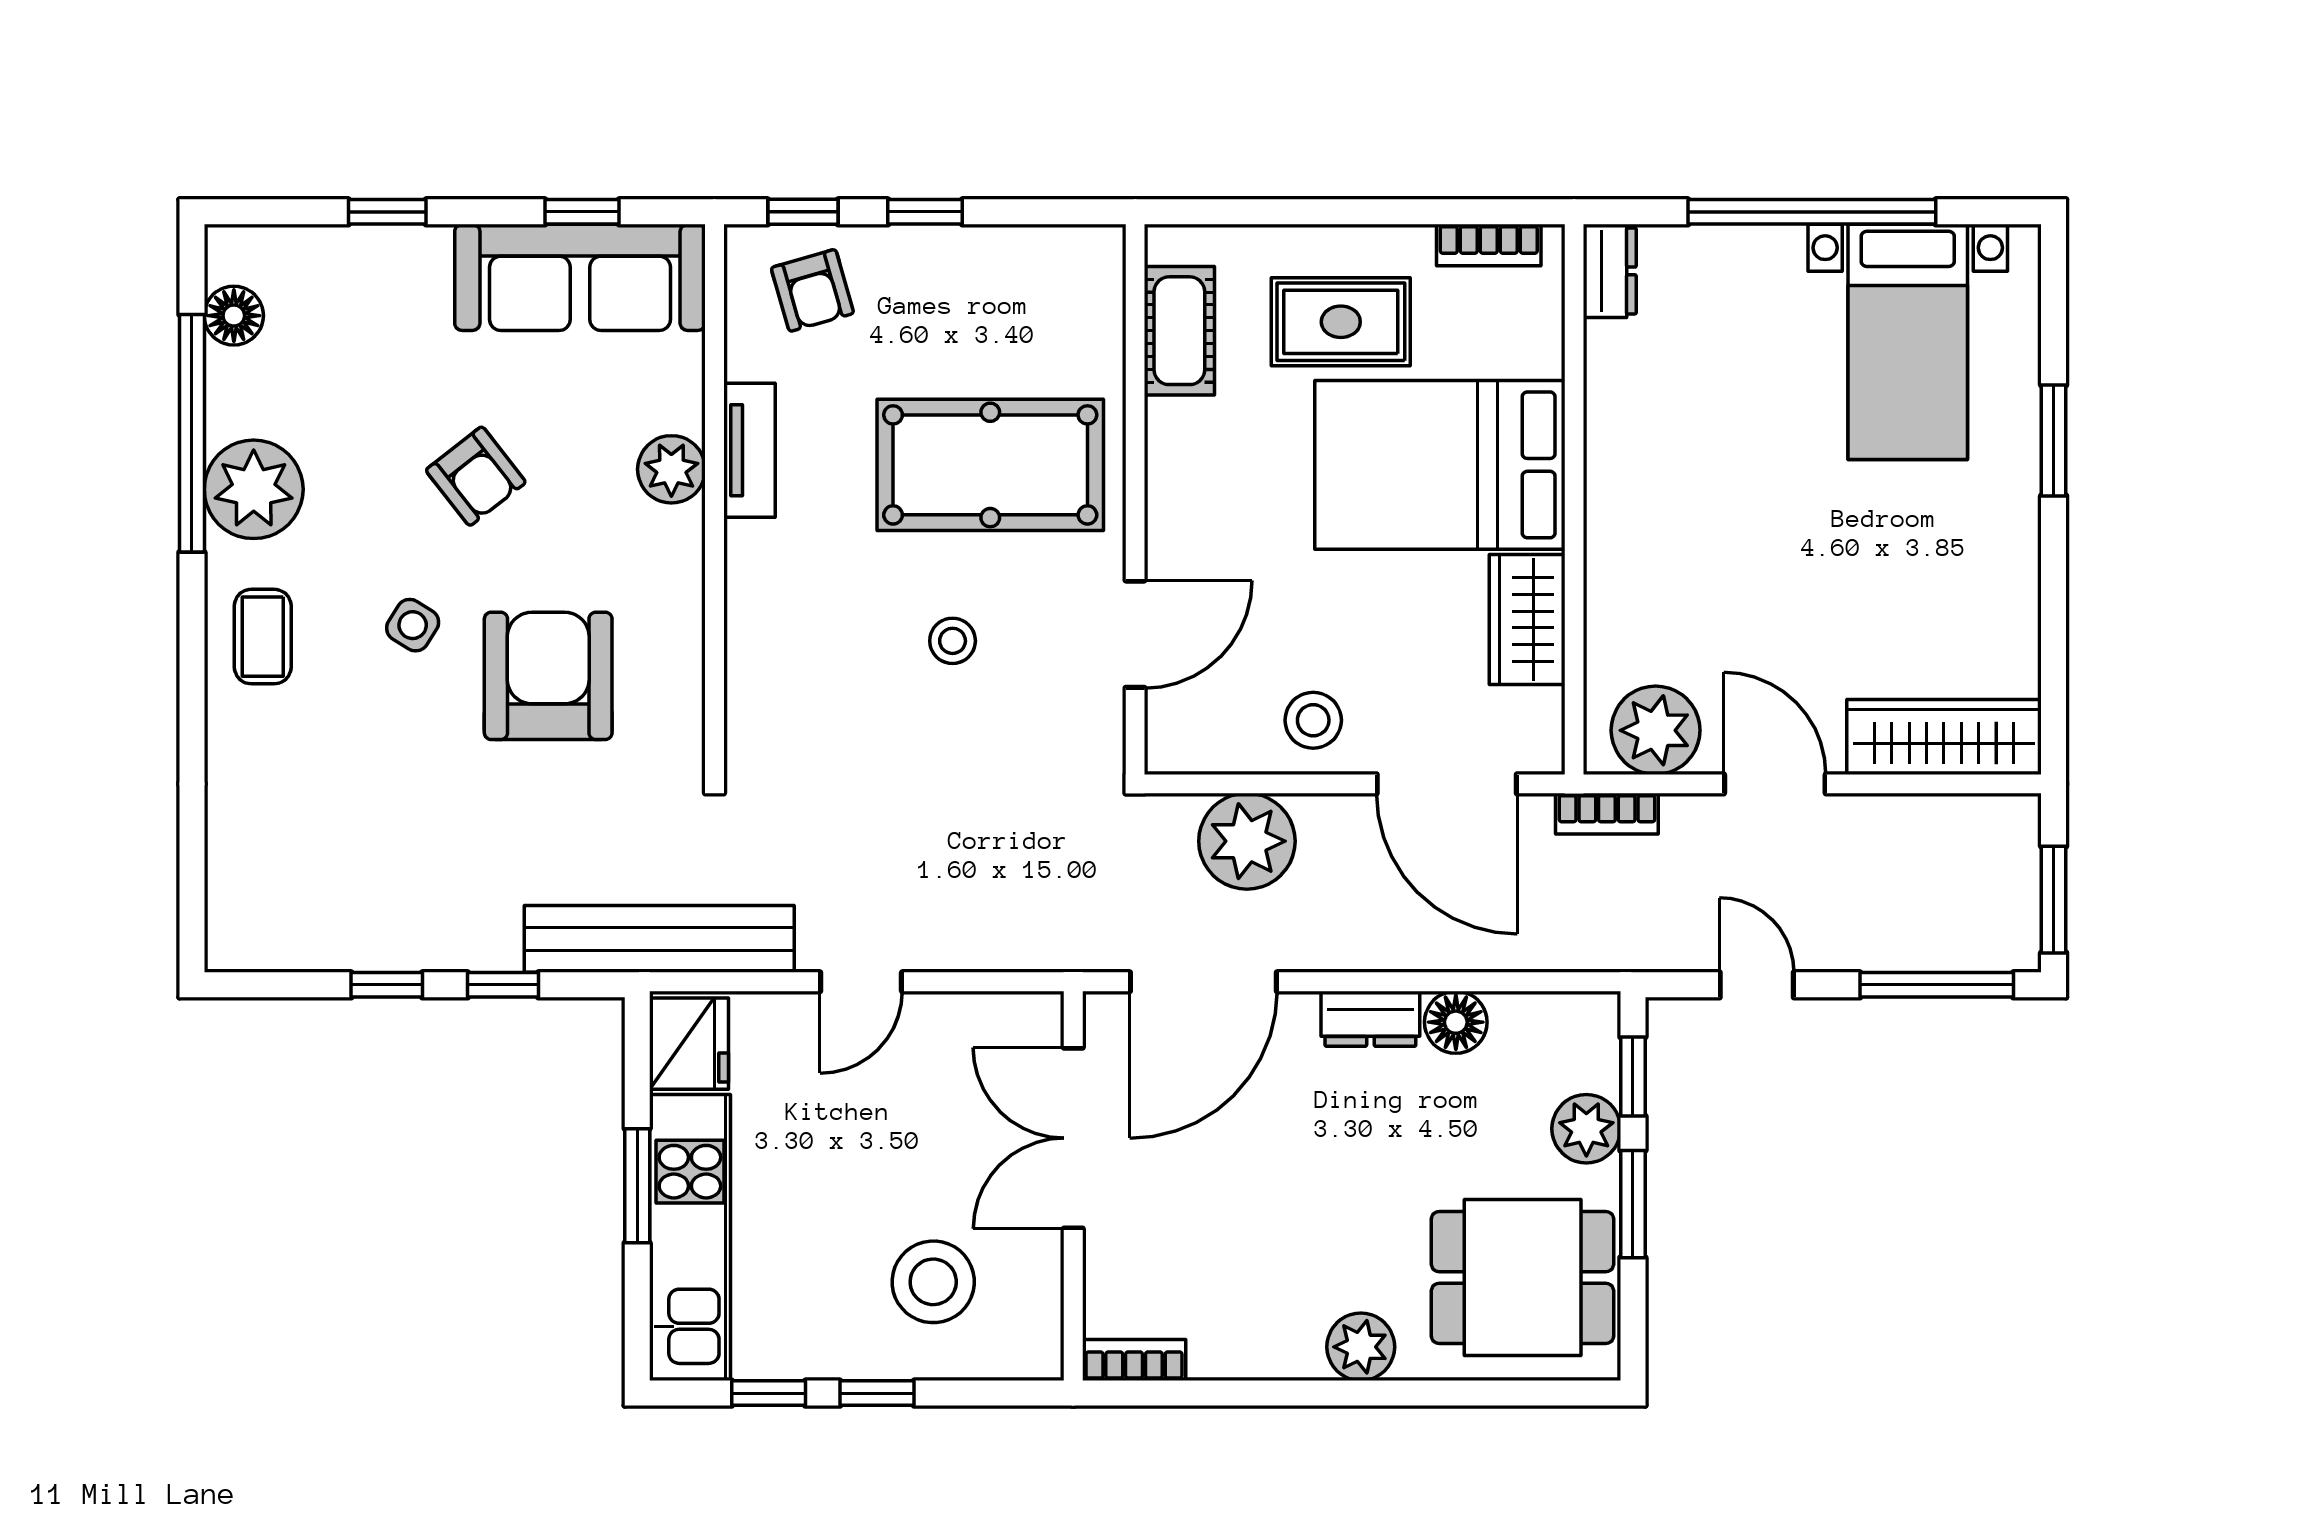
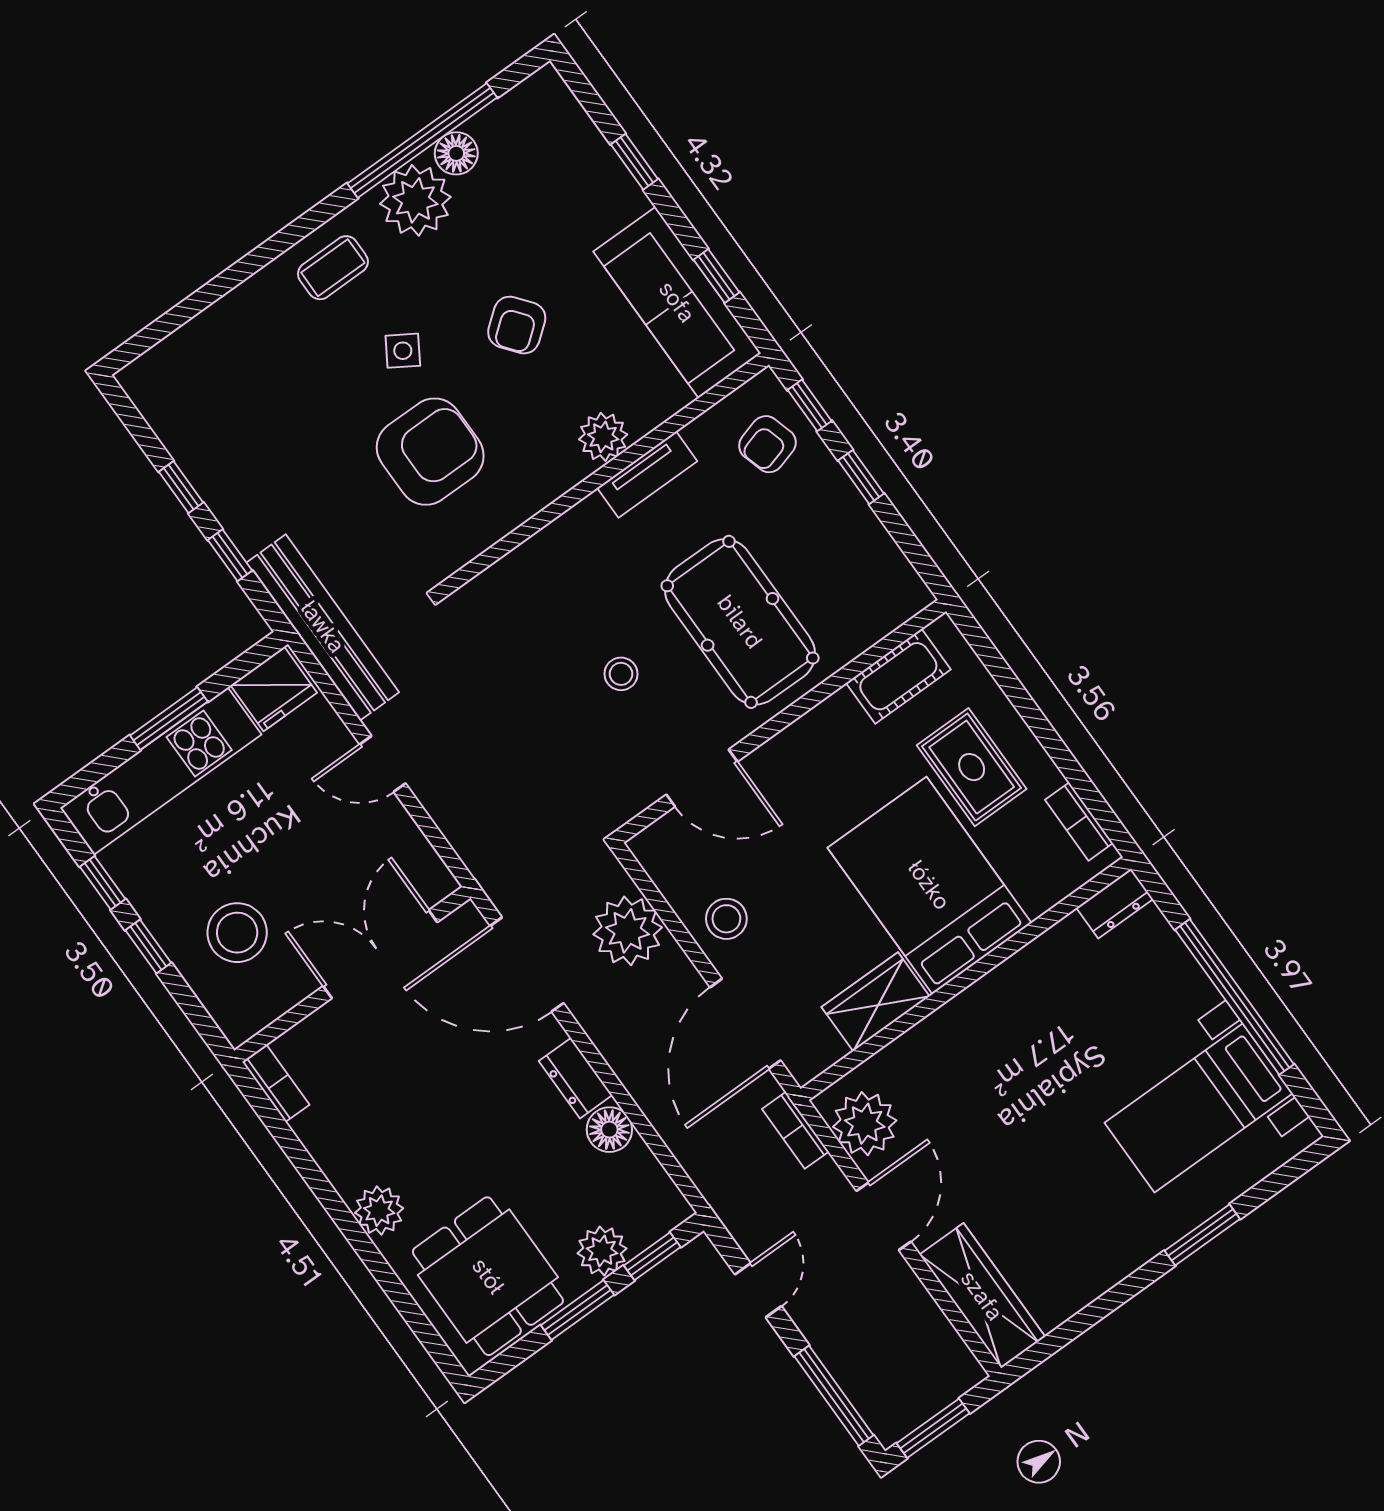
floor lamp: (234, 316) -> (456, 153), moved

